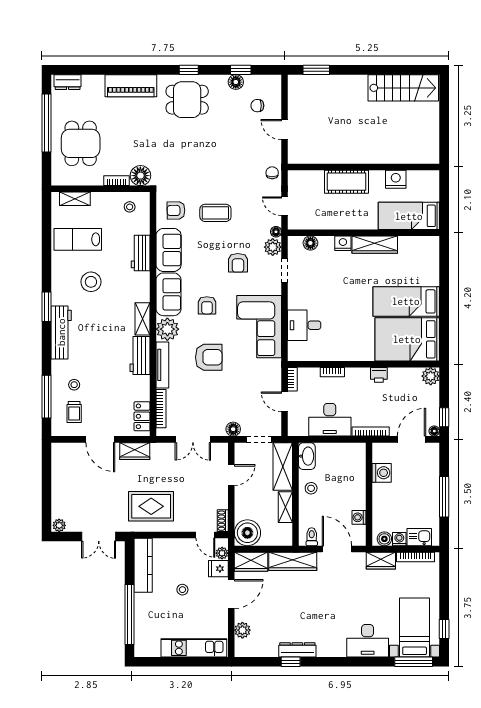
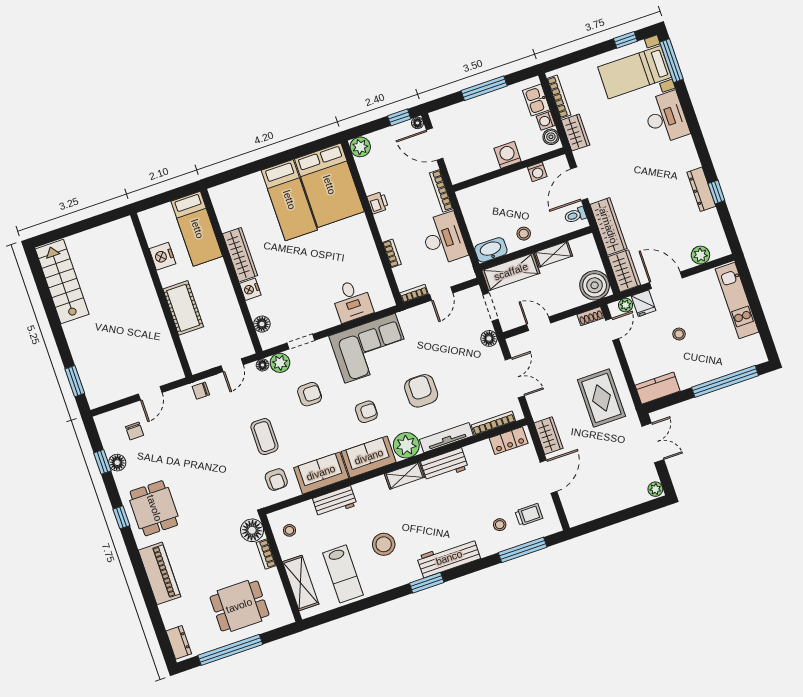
shelving: (75, 199) -> (301, 583), width x1.50, depth x1.33
washing machine: (382, 473) -> (508, 155), moved
kitchen counter: (143, 565) -> (658, 388), width x0.67

